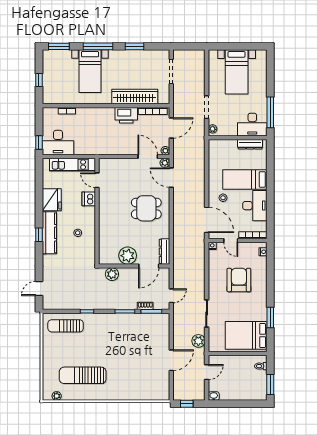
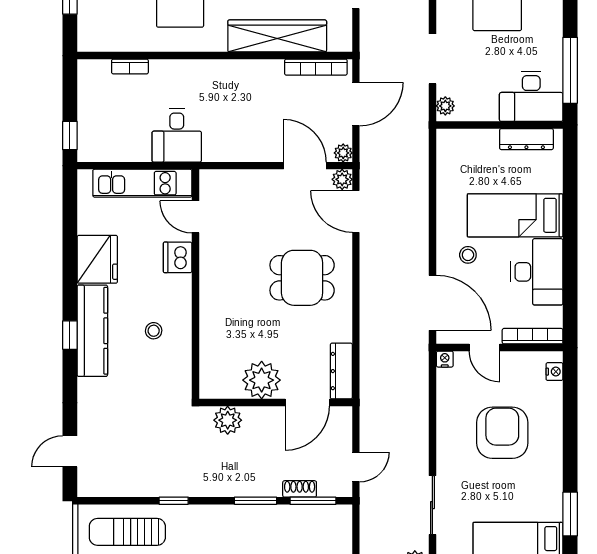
printer: (126, 115) -> (259, 76), removed
desk: (58, 143) -> (177, 135), moved, width x0.73

